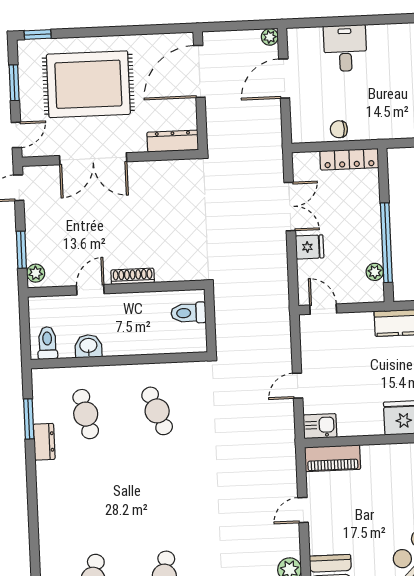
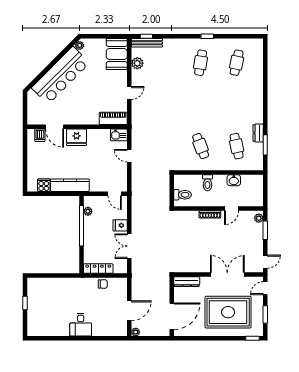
desk: (345, 48) -> (81, 325), moved
toilet: (47, 343) -> (207, 183), moved
door: (298, 386) -> (129, 156), swing flipped

